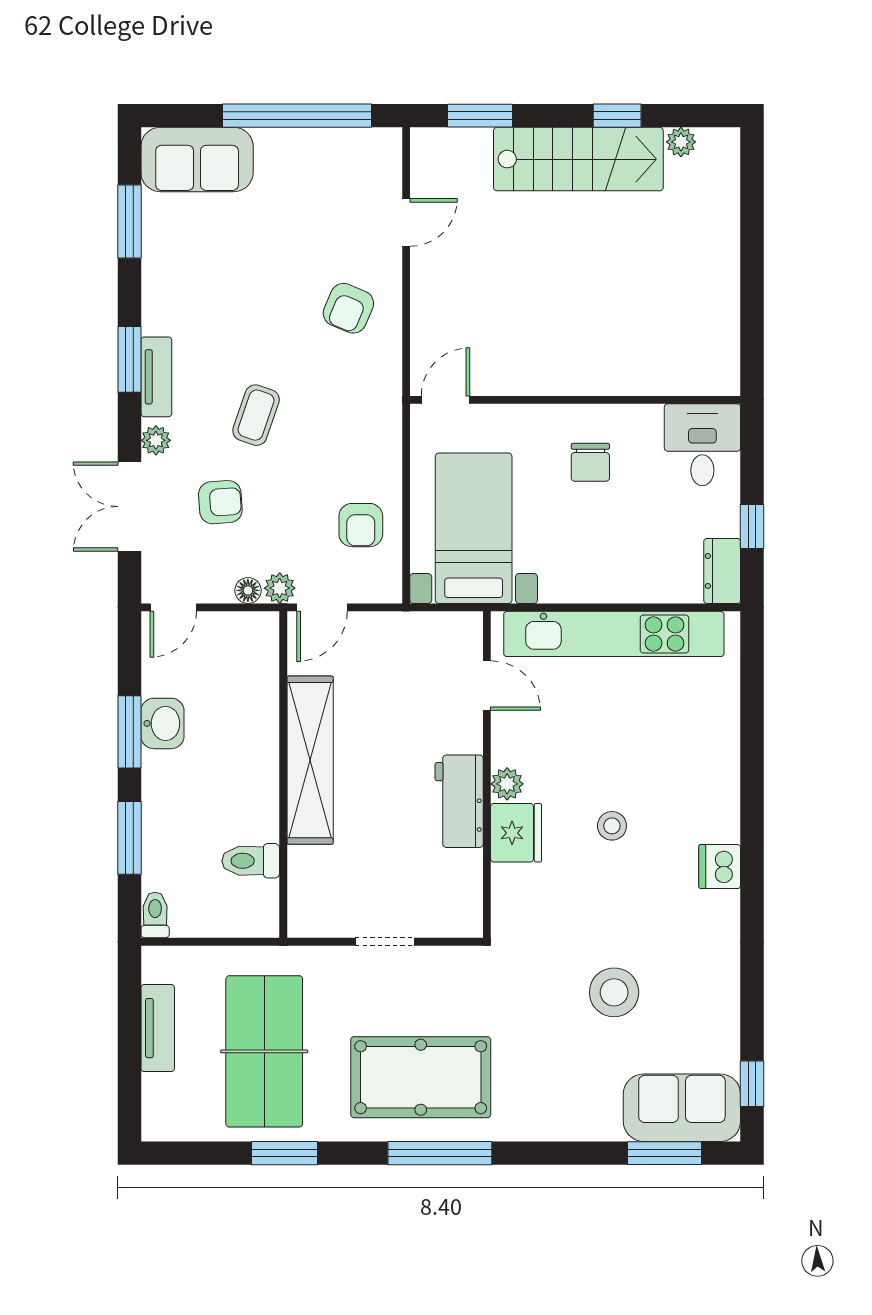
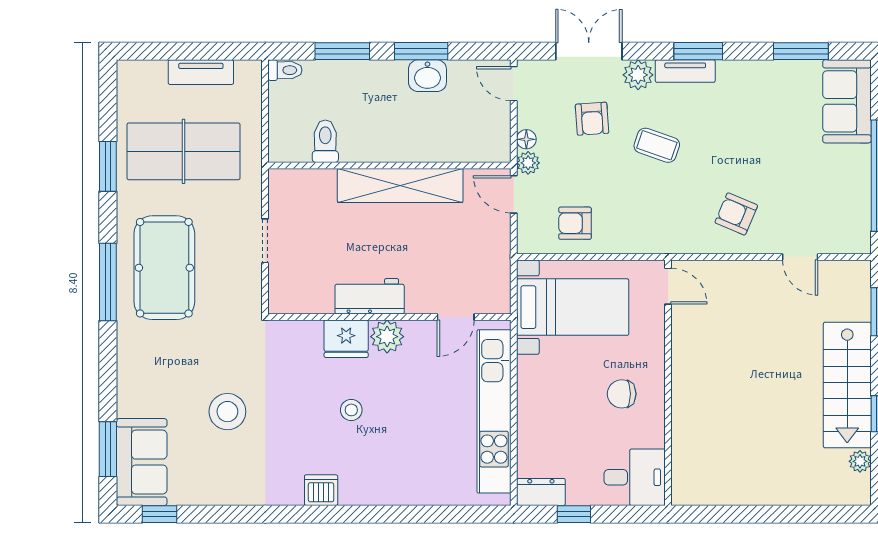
plant: (156, 440) -> (638, 75), width x1.38, depth x1.38
plant: (507, 784) -> (387, 337), width x1.38, depth x1.38

